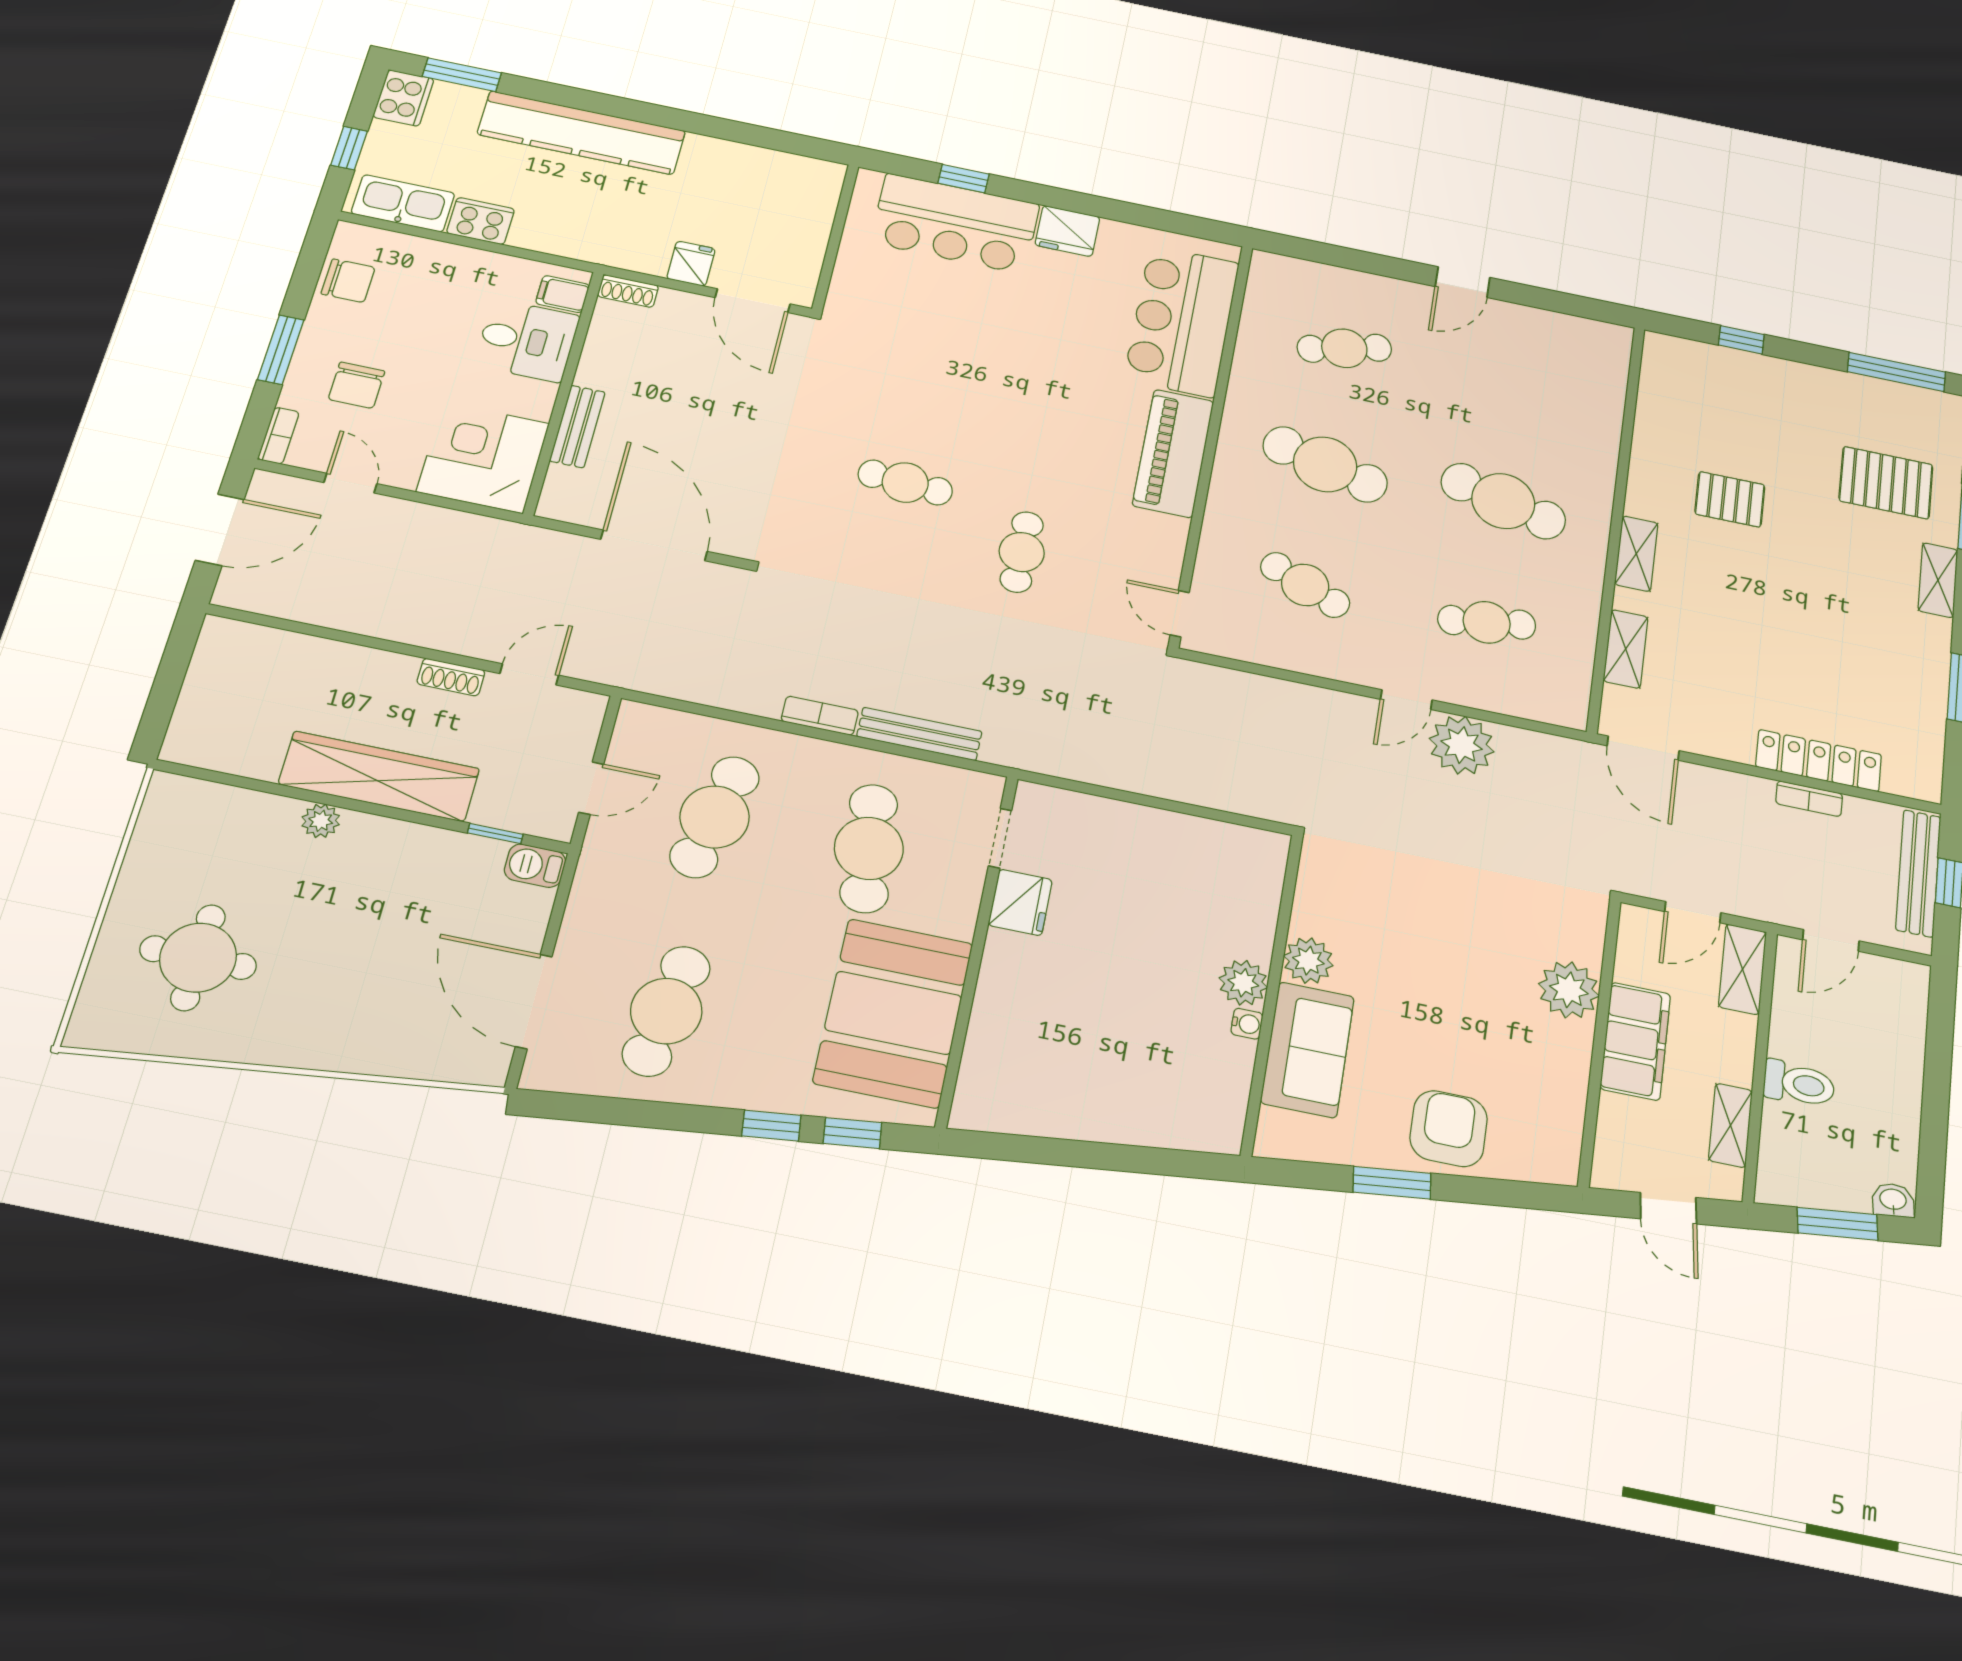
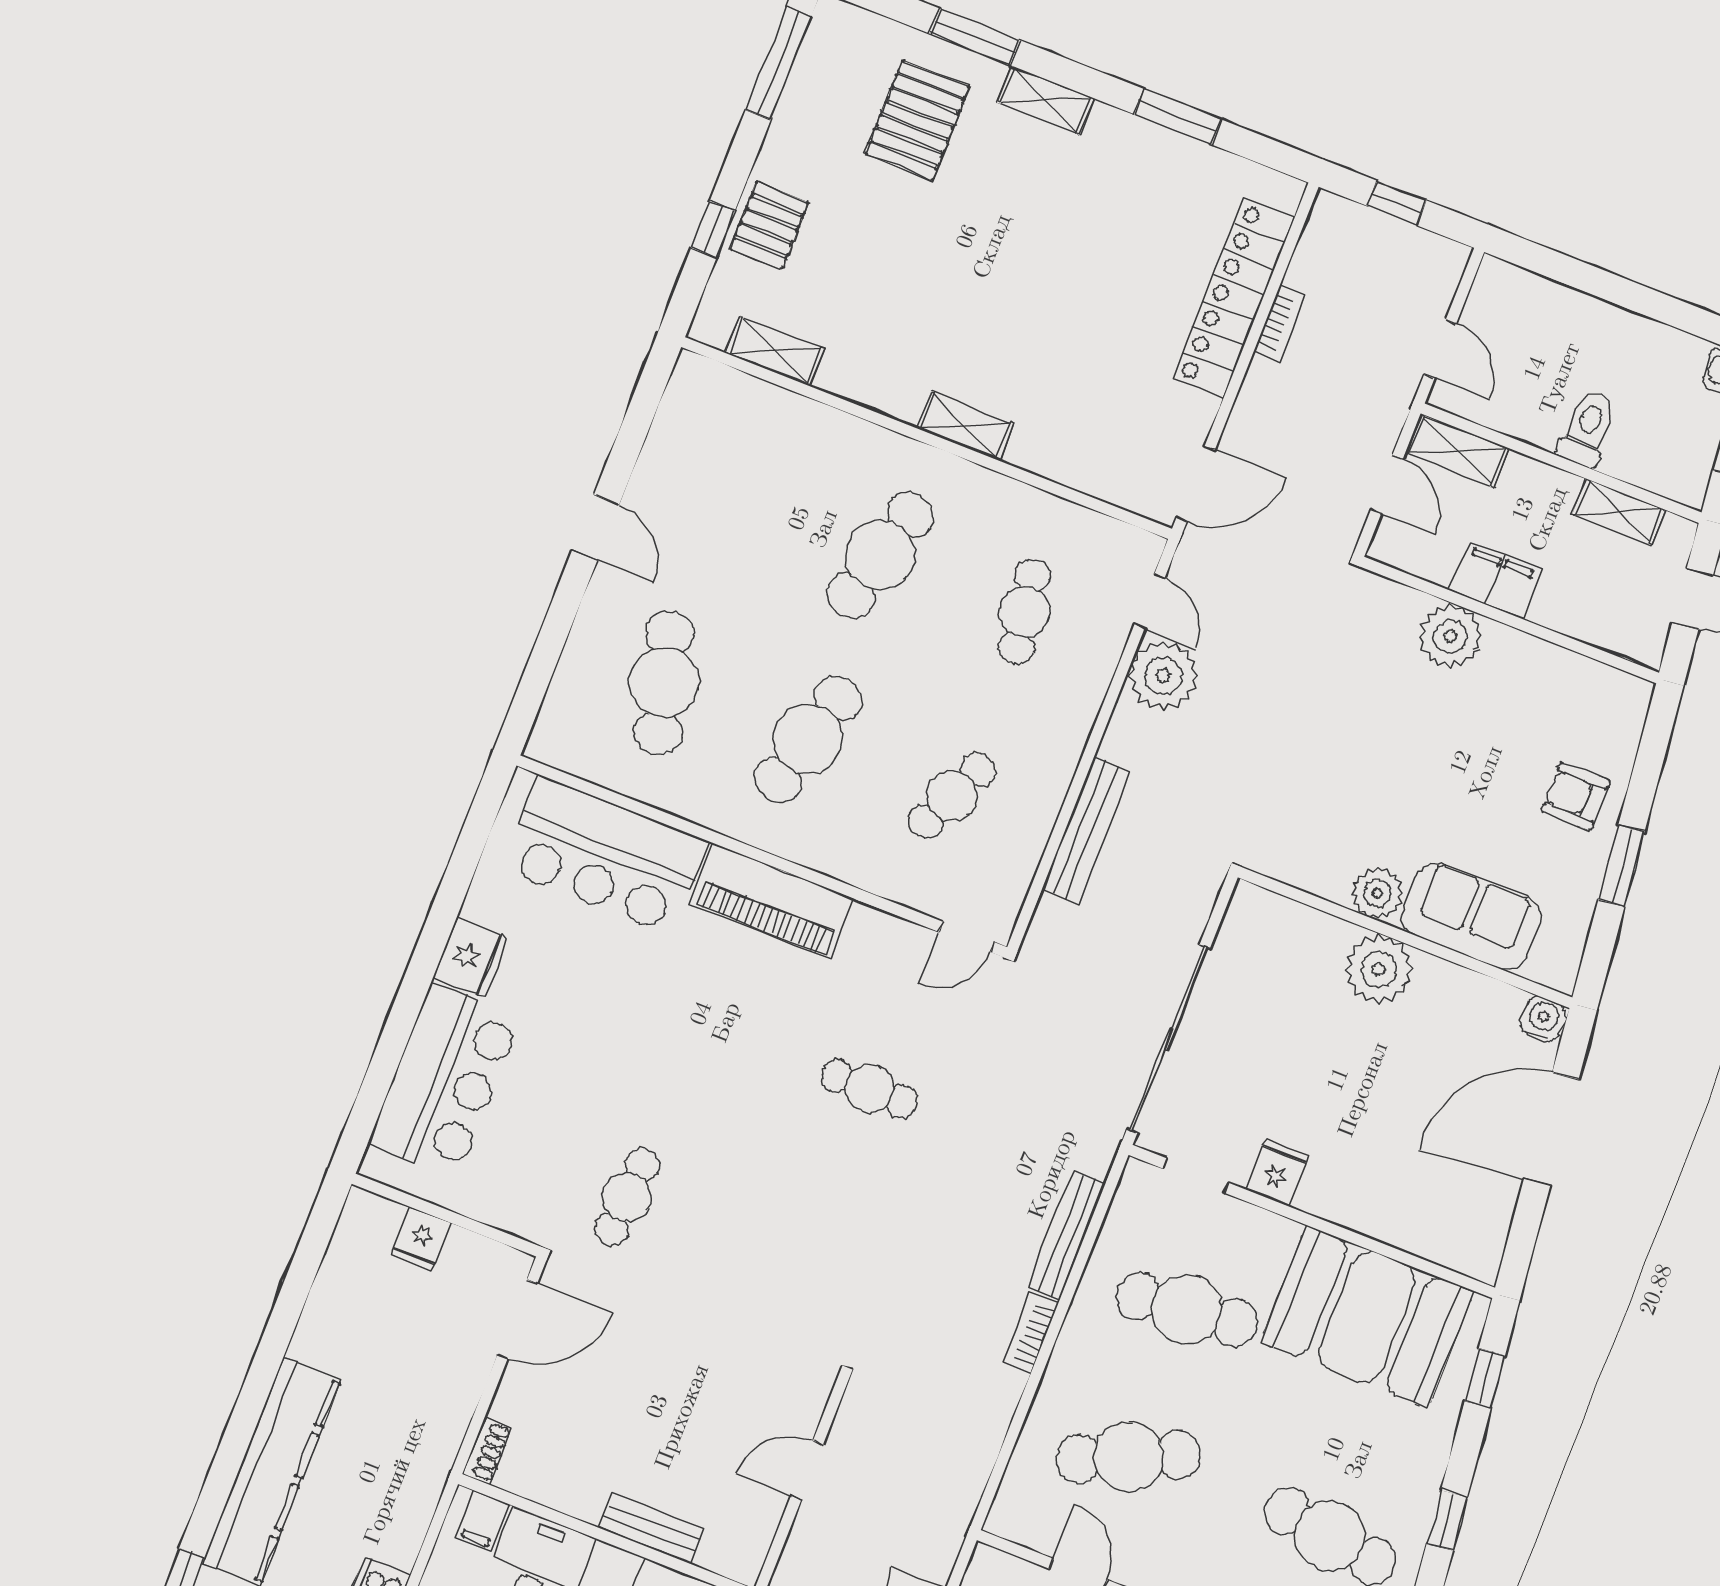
window: (964, 179) -> (386, 1060), removed
fridge: (691, 264) -> (421, 1239), moved, turned -90
cafe table: (1344, 348) -> (664, 683), width x1.37, depth x1.35
cafe table: (905, 482) -> (627, 1197), moved
pallet: (1730, 499) -> (769, 226), moved
door: (654, 545) -> (807, 1470), width x0.53
shelving: (1626, 649) -> (775, 351), moved
door: (1406, 700) -> (1150, 601), moved
locker: (1819, 761) -> (1234, 298), width x1.41, depth x1.21
sliding door: (1125, 796) -> (1168, 1039), added
cafe table: (715, 817) -> (1129, 1457), turned -36
bench: (1918, 873) -> (1086, 830), moved, turned 90
fridge: (1020, 902) -> (1277, 1172), width x0.72
plant: (1243, 983) -> (1379, 969), width x1.36, depth x1.36
water cooler: (1247, 1024) -> (1543, 1019), moved, width x1.38, depth x1.38
filing cabinet: (1635, 1041) -> (1496, 580), width x0.67, depth x0.86
window: (771, 1126) -> (1447, 1520), moved
armchair: (1449, 1129) -> (1576, 796), width x0.72, depth x0.72
door: (1116, 1157) -> (1551, 1129), added

